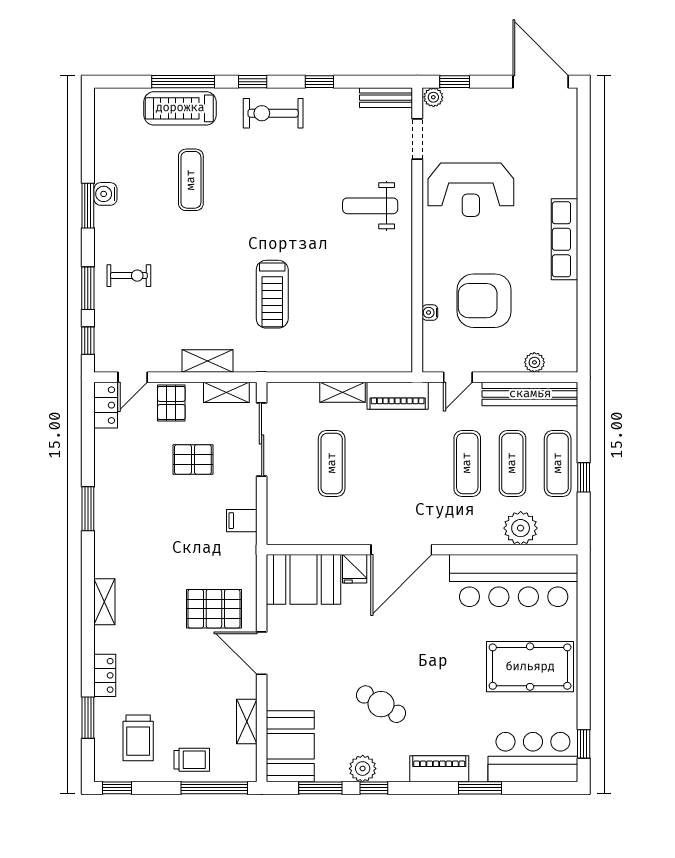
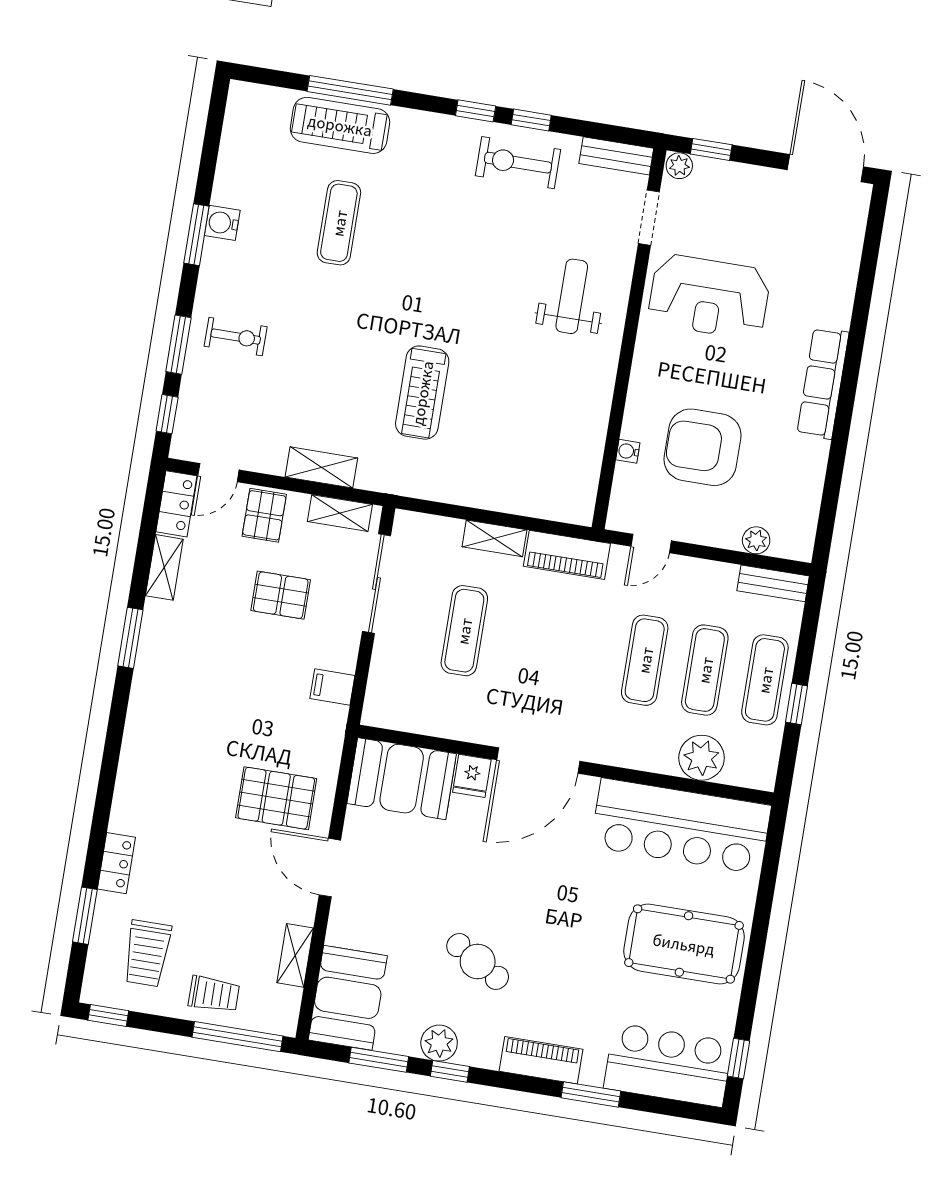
window: (253, 82) -> (476, 111), moved
exercise bike: (273, 113) -> (518, 163), moved
weight bench: (370, 206) -> (572, 296), turned 90
bench: (530, 394) -> (773, 583), width x0.54, depth x0.82
shelving: (104, 602) -> (164, 567), moved

